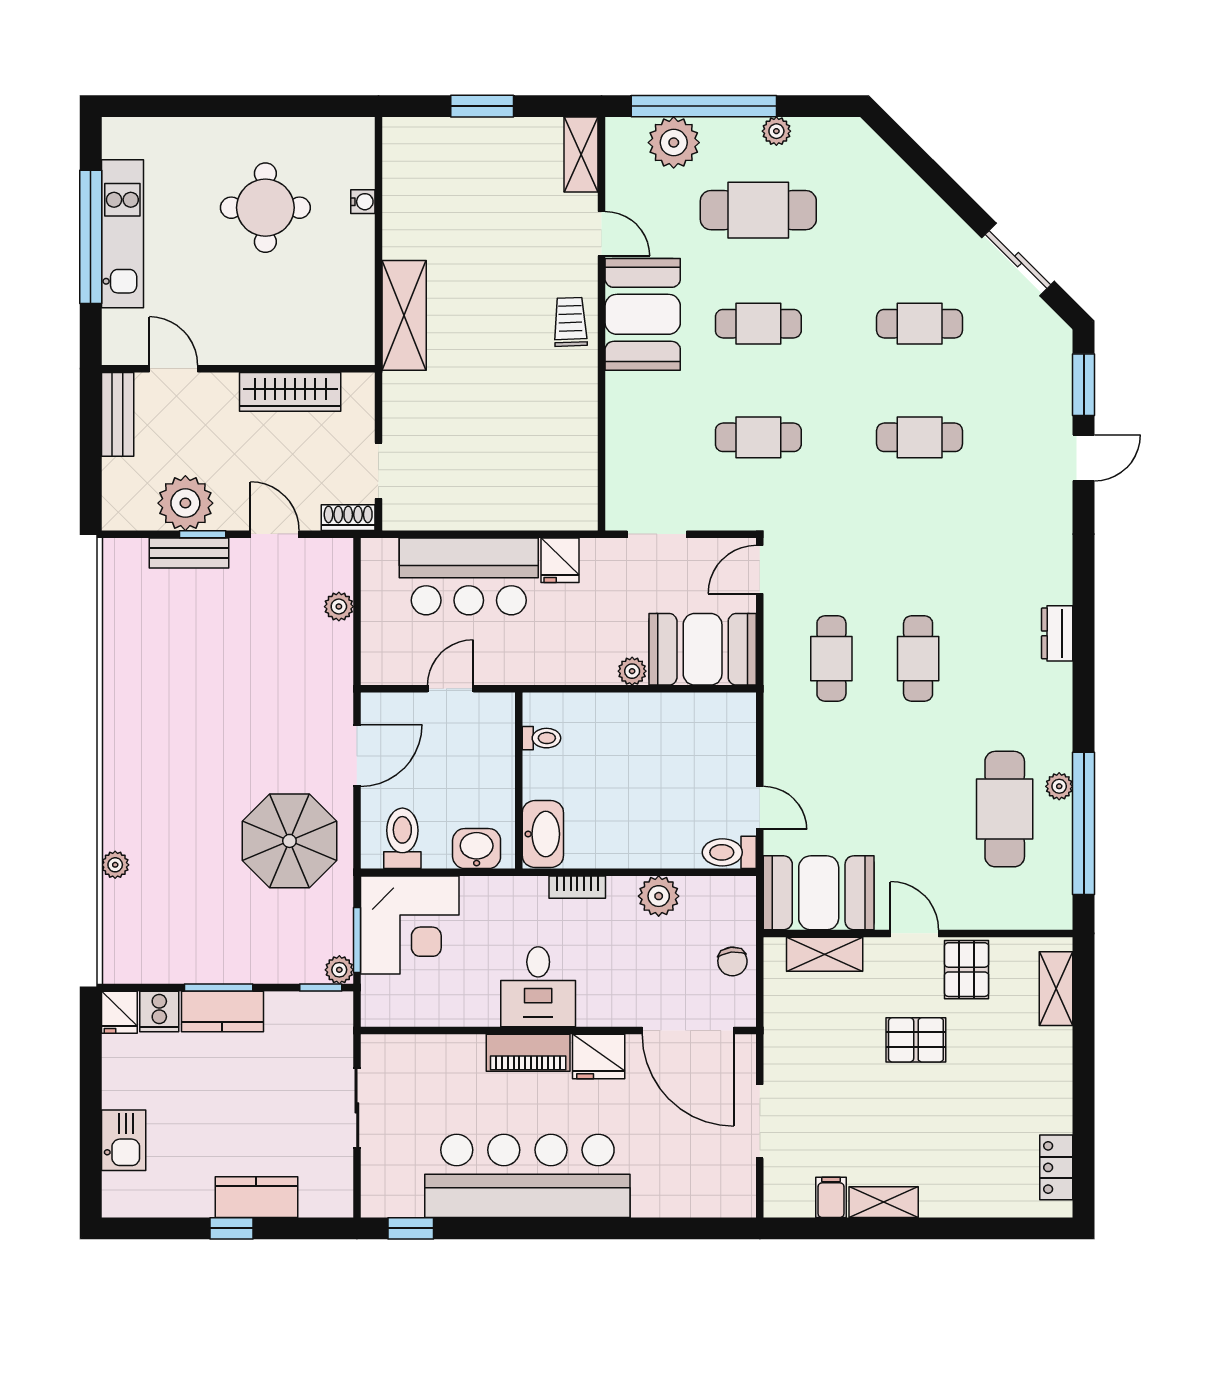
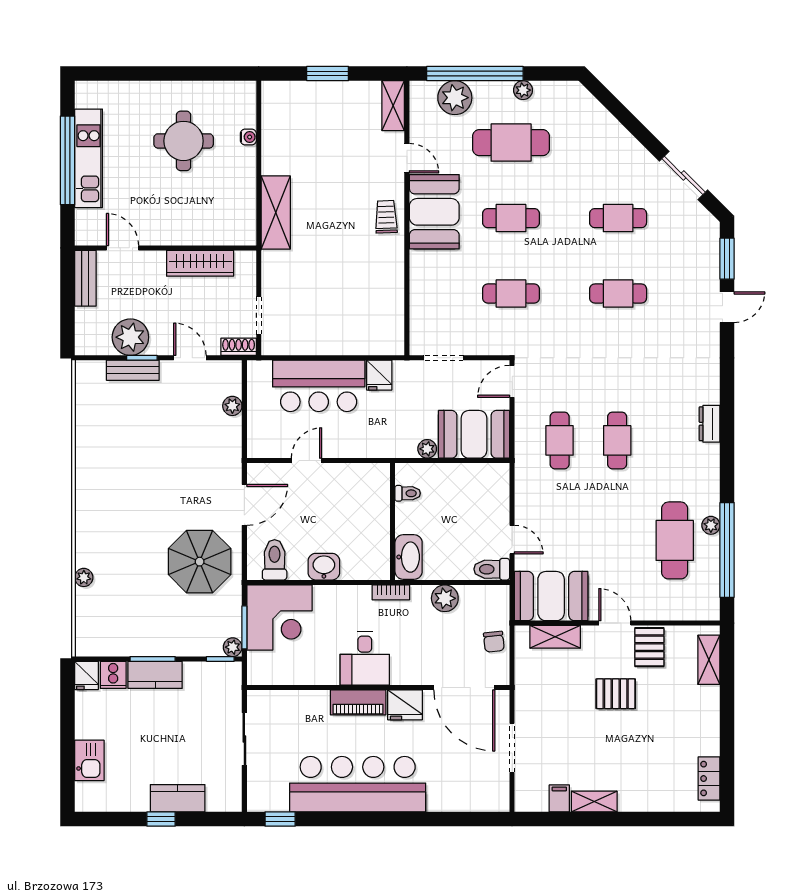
toilet: (541, 738) -> (408, 493), moved
wall: (519, 781) -> (393, 522), moved
washbasin: (543, 834) -> (409, 557), moved

